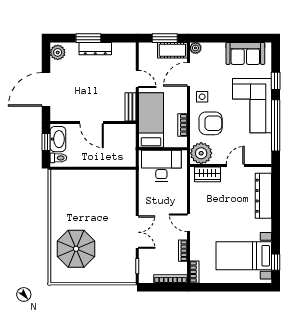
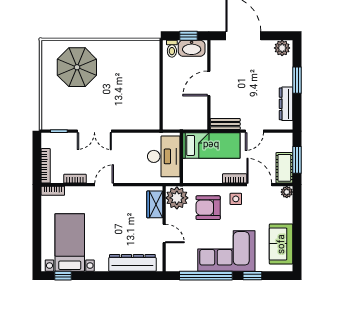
dresser: (95, 49) -> (286, 104), moved
armchair: (211, 123) -> (208, 208), turned 90
bookcase: (183, 125) -> (235, 178), moved

